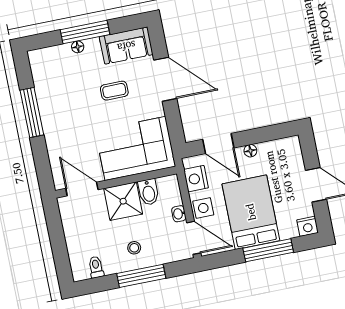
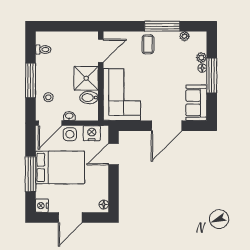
plant: (64, 51) -> (201, 58), added
plant: (39, 80) -> (185, 36), added
coffee table: (114, 91) -> (148, 44), moved
floor lamp: (250, 151) -> (104, 205), moved
stool: (134, 248) -> (48, 97), moved

